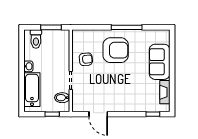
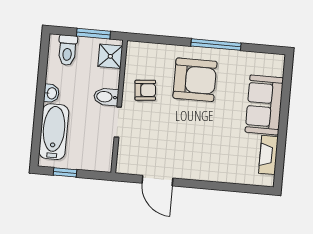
shower: (63, 40) -> (110, 56), added
bidet: (62, 98) -> (106, 97), moved
window: (52, 114) -> (65, 172), moved
window: (153, 114) -> (246, 188), removed

